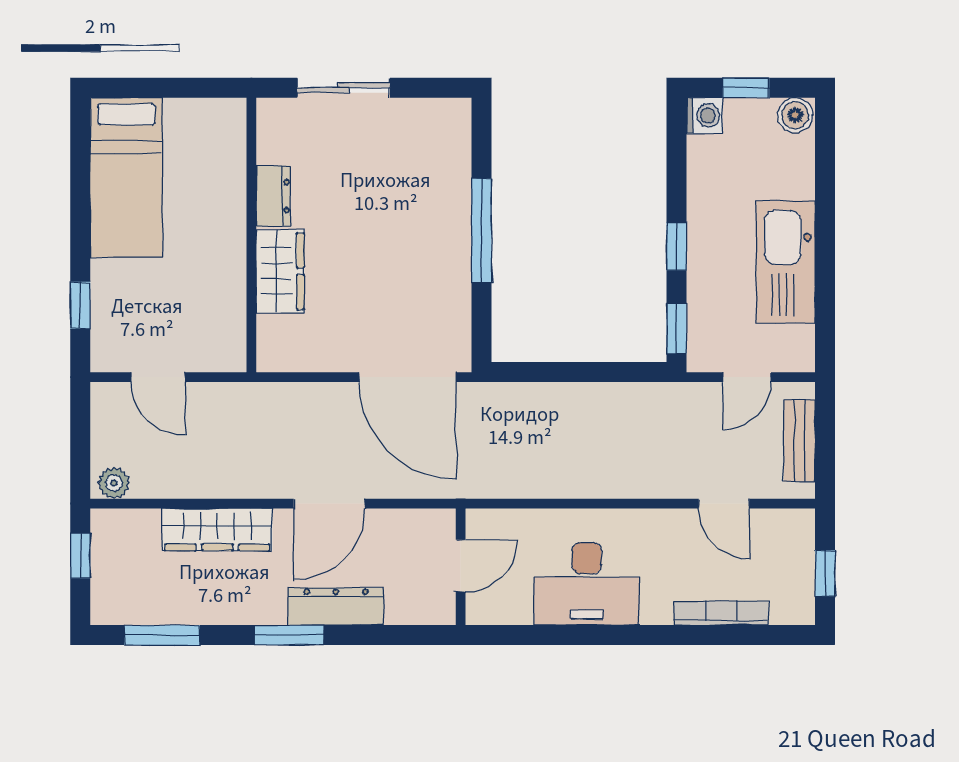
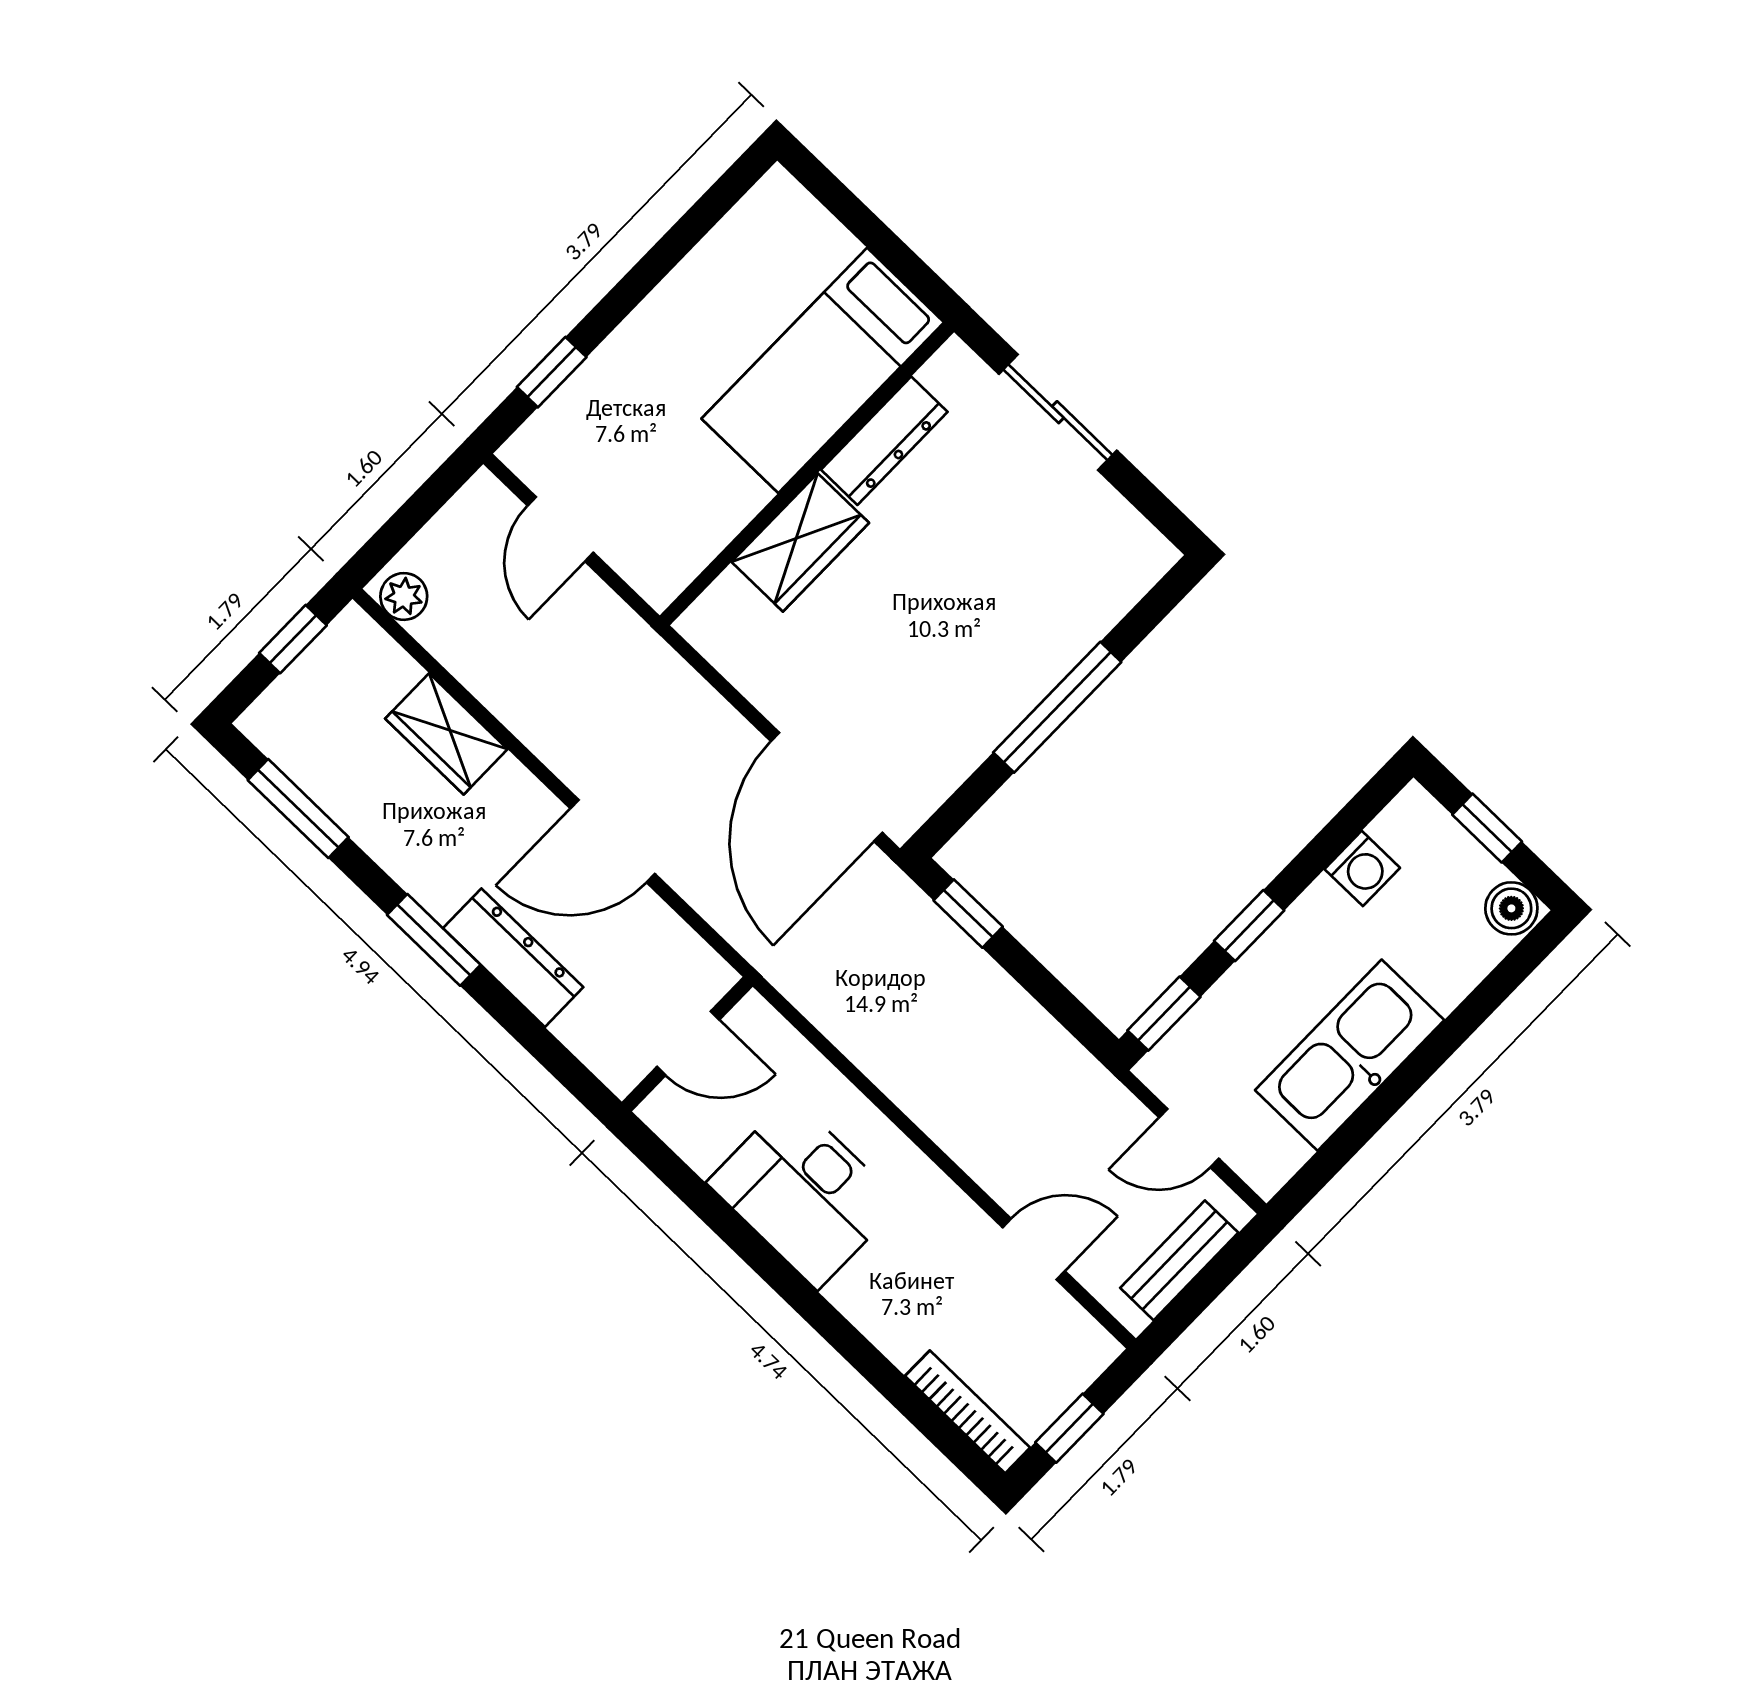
washing machine: (704, 116) -> (1362, 868), moved
bed: (126, 178) -> (823, 370), moved
dresser: (273, 196) -> (884, 441), width x1.44
window: (535, 372) -> (968, 914), added
door: (724, 504) -> (1034, 1249), swing flipped
wardrobe: (217, 530) -> (446, 734), width x0.67
bookcase: (721, 613) -> (968, 1412), moved

